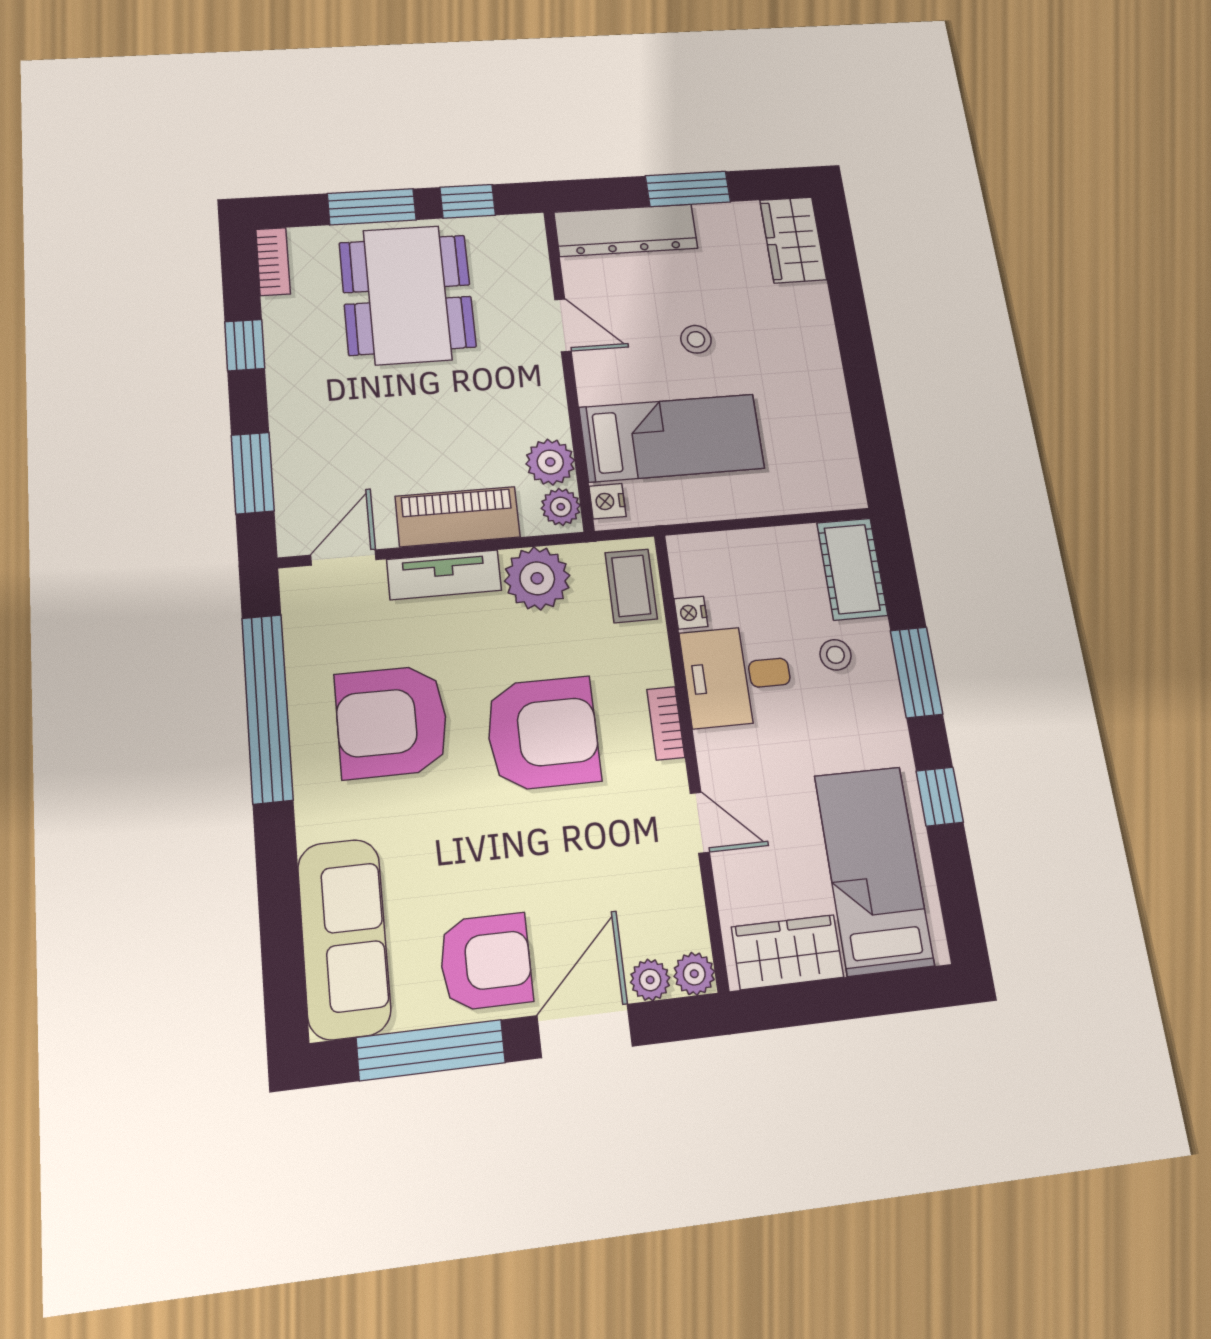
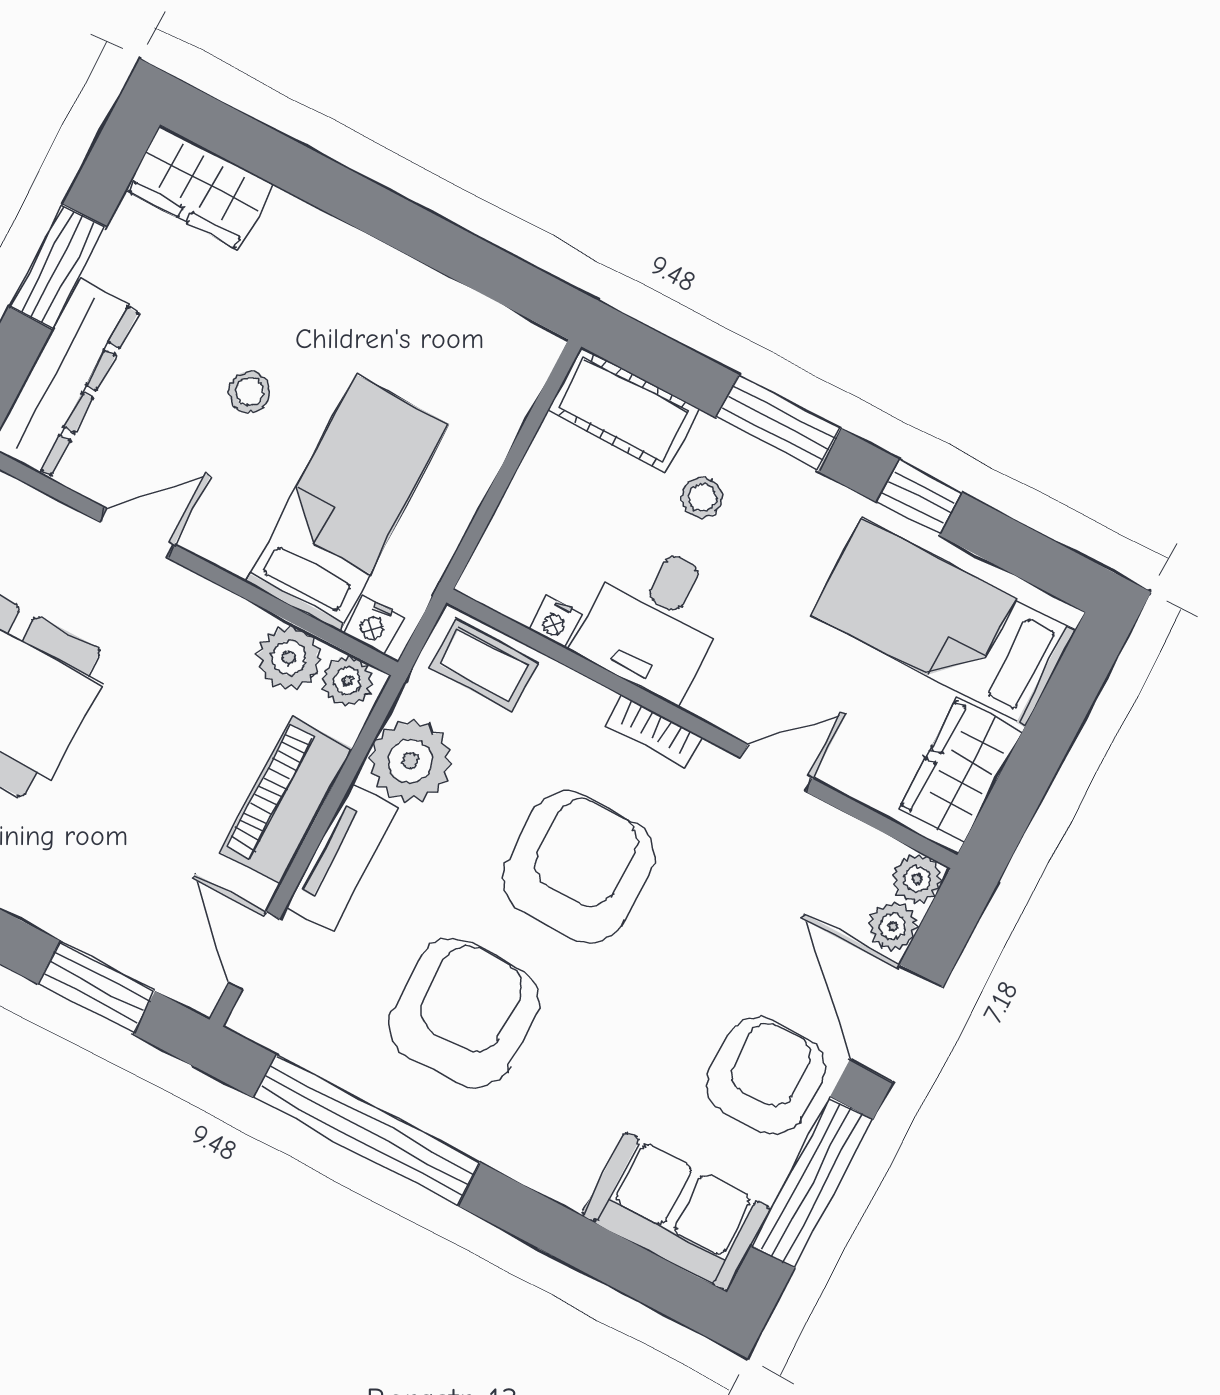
armchair: (392, 722) -> (464, 1013), turned 180
sofa: (344, 938) -> (676, 1212), width x0.73

